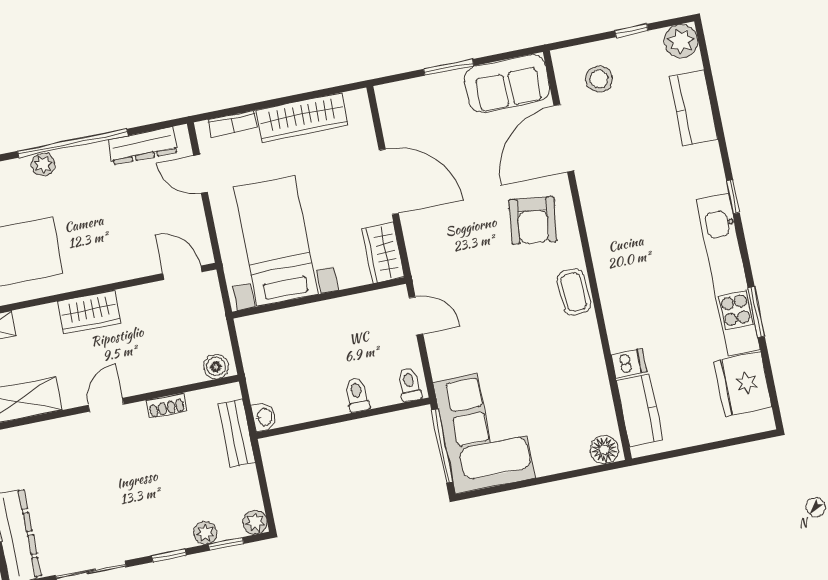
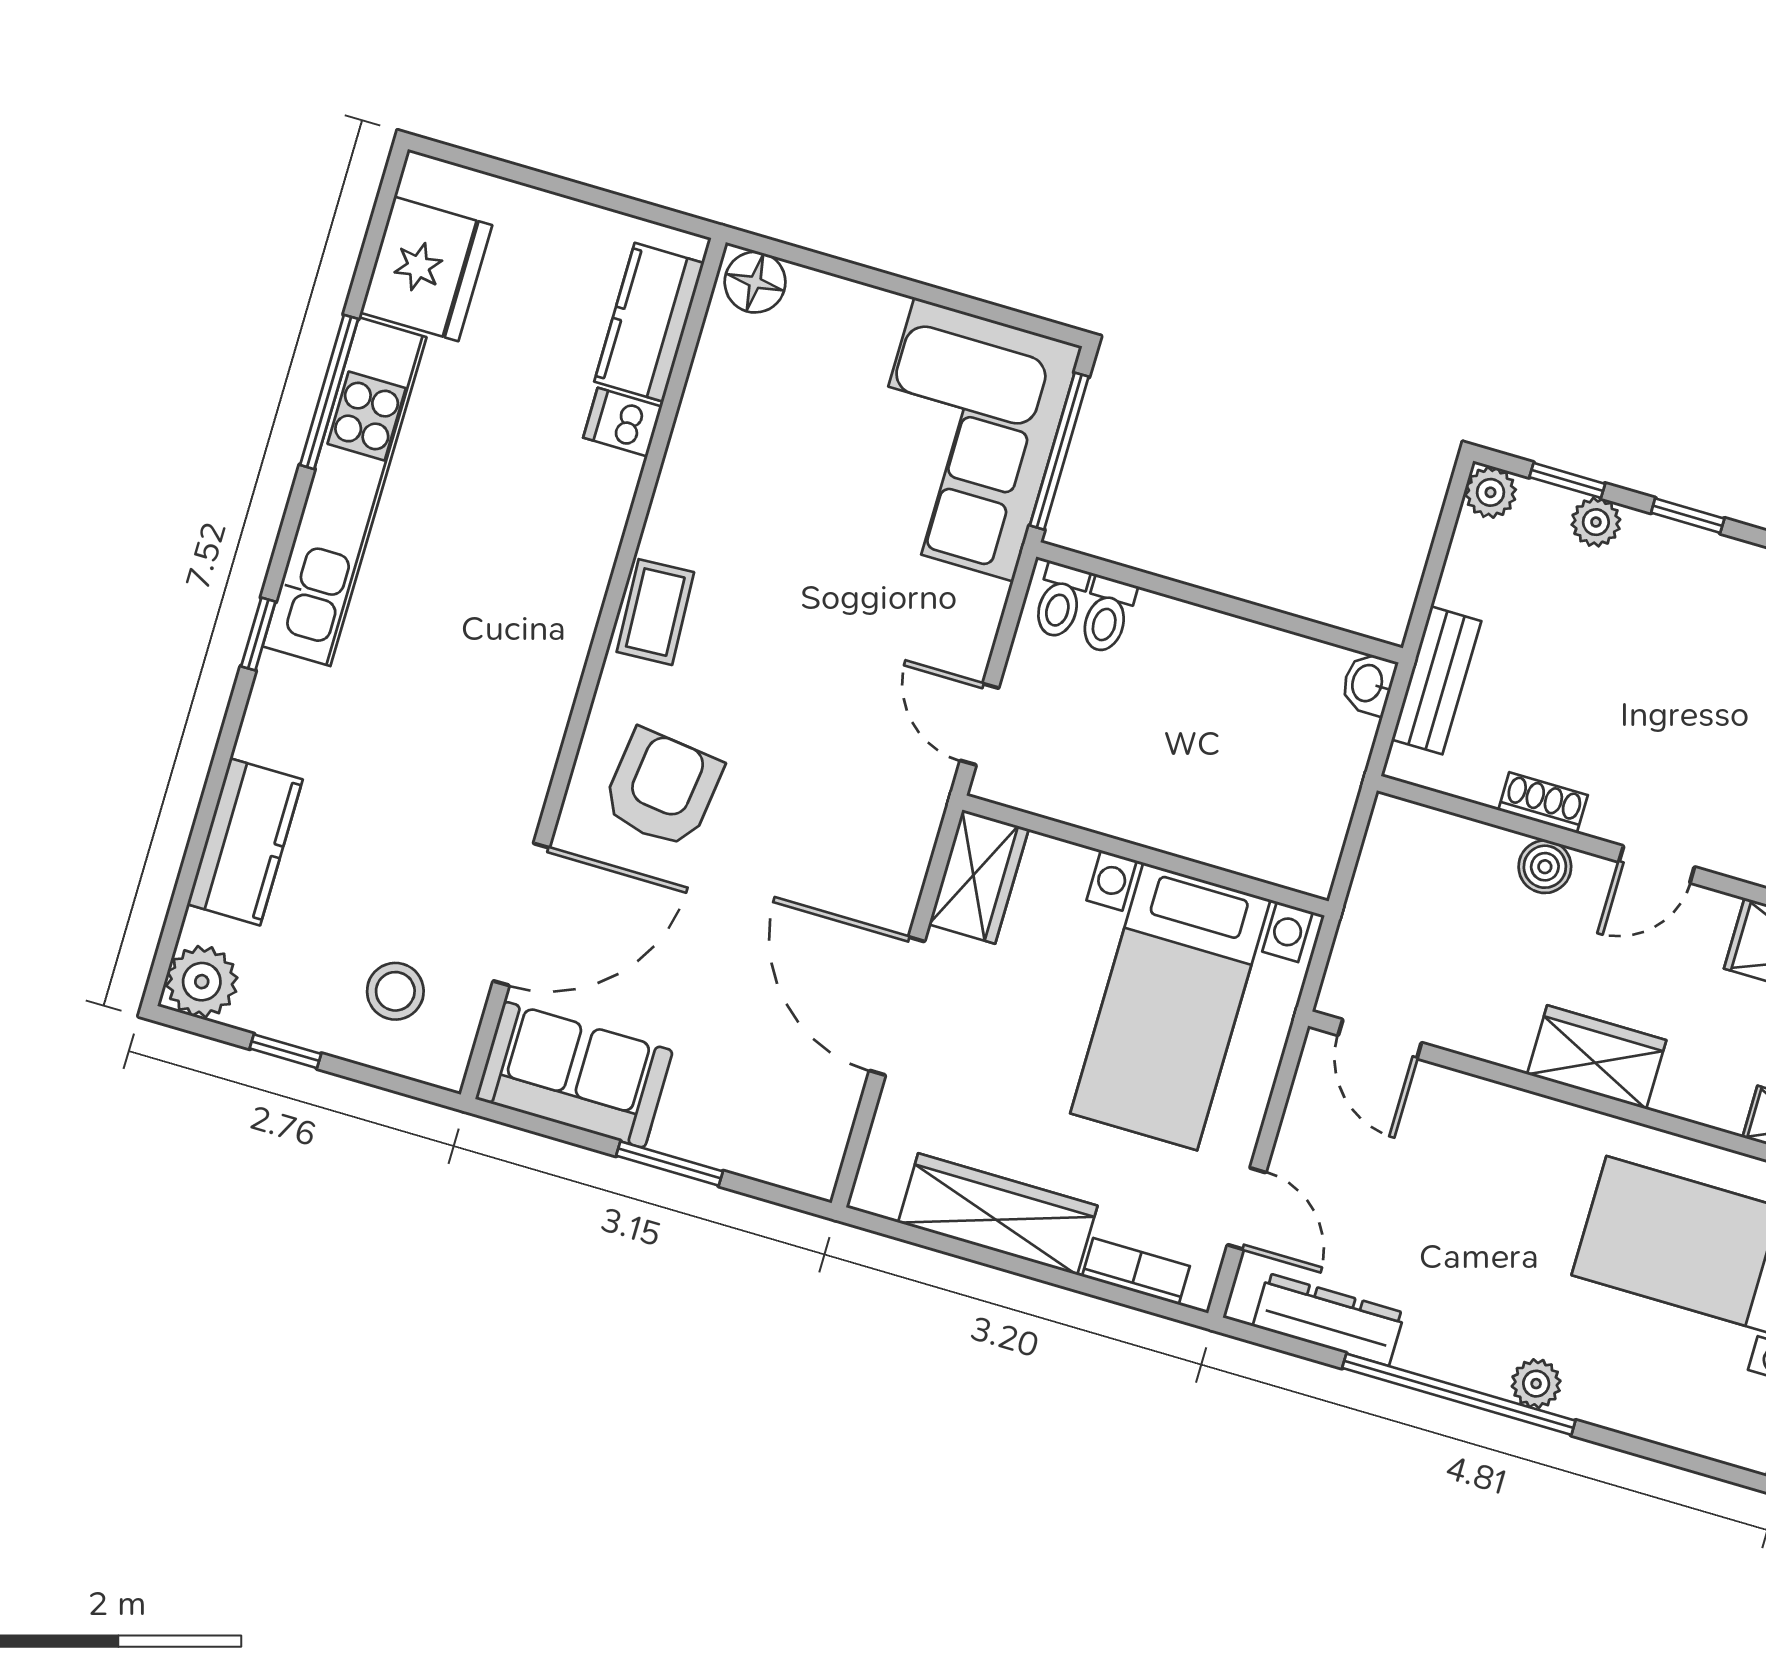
window: (756, 312) -> (329, 392), width x1.44
boiler: (216, 367) -> (1545, 867), moved
toilet: (357, 395) -> (1107, 615), moved

